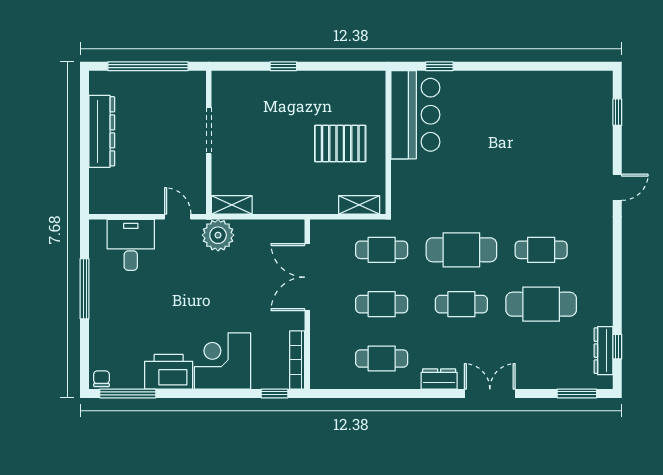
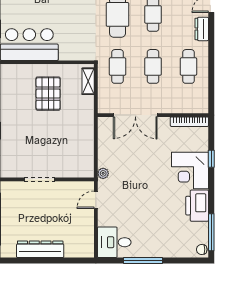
shelving: (232, 205) -> (88, 164), removed
plant: (218, 235) -> (103, 173), width x0.53, depth x0.53
desk: (131, 245) -> (114, 242), moved
window: (275, 393) -> (211, 159), moved

